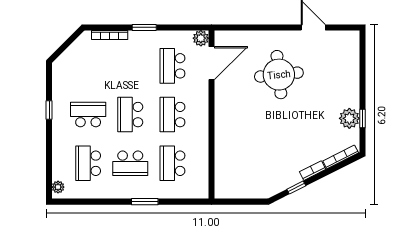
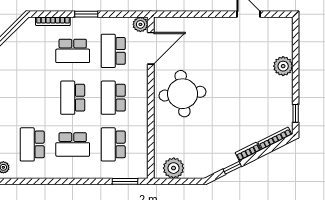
round table: (279, 75) -> (183, 94), moved
school desk: (88, 115) -> (73, 51), moved, turned 180
plant: (349, 118) -> (283, 66), moved
window: (362, 119) -> (296, 113), moved
plant: (235, 188) -> (174, 168), added
window: (145, 202) -> (125, 181), moved

